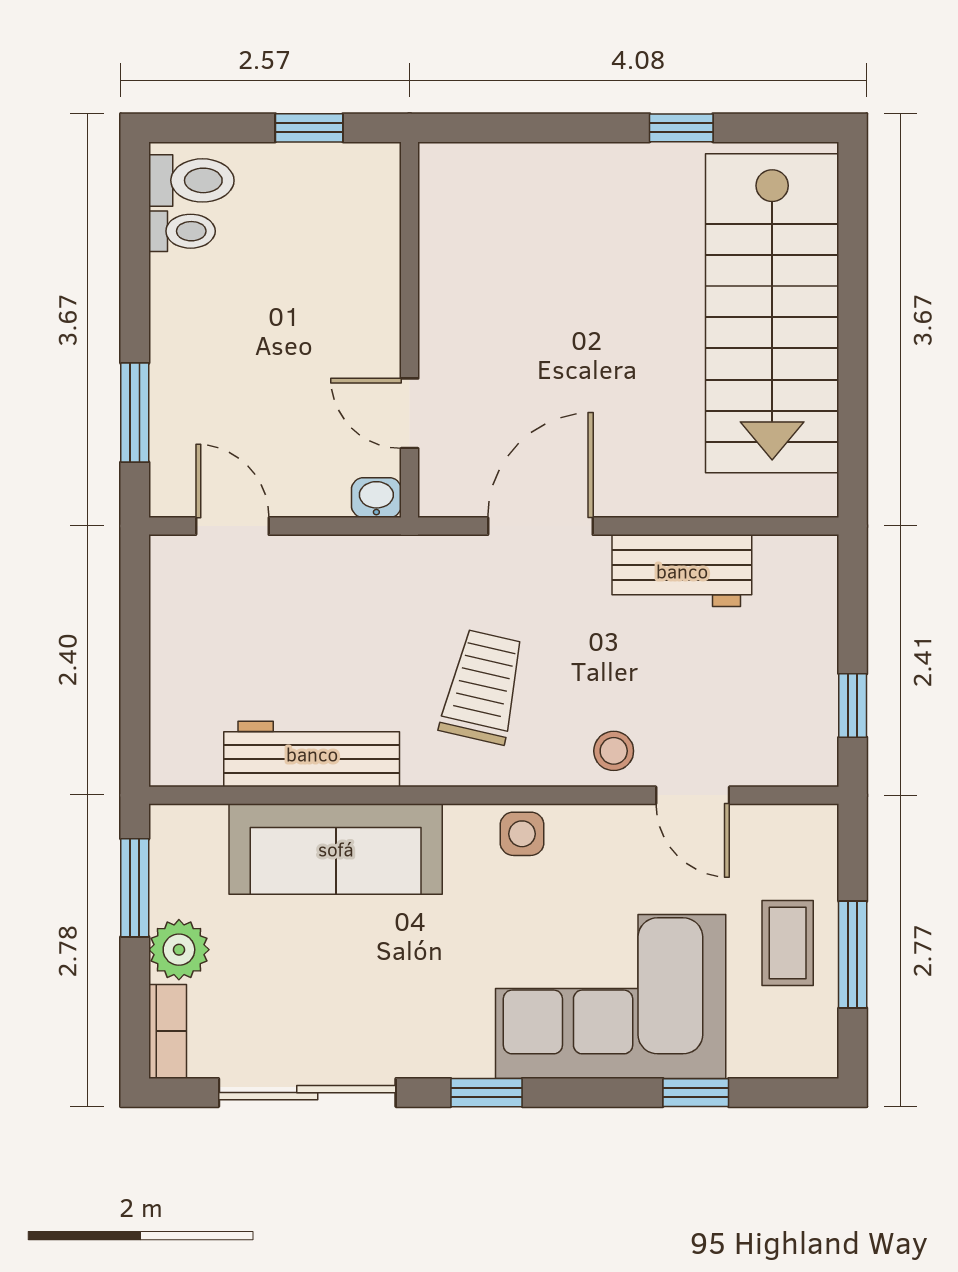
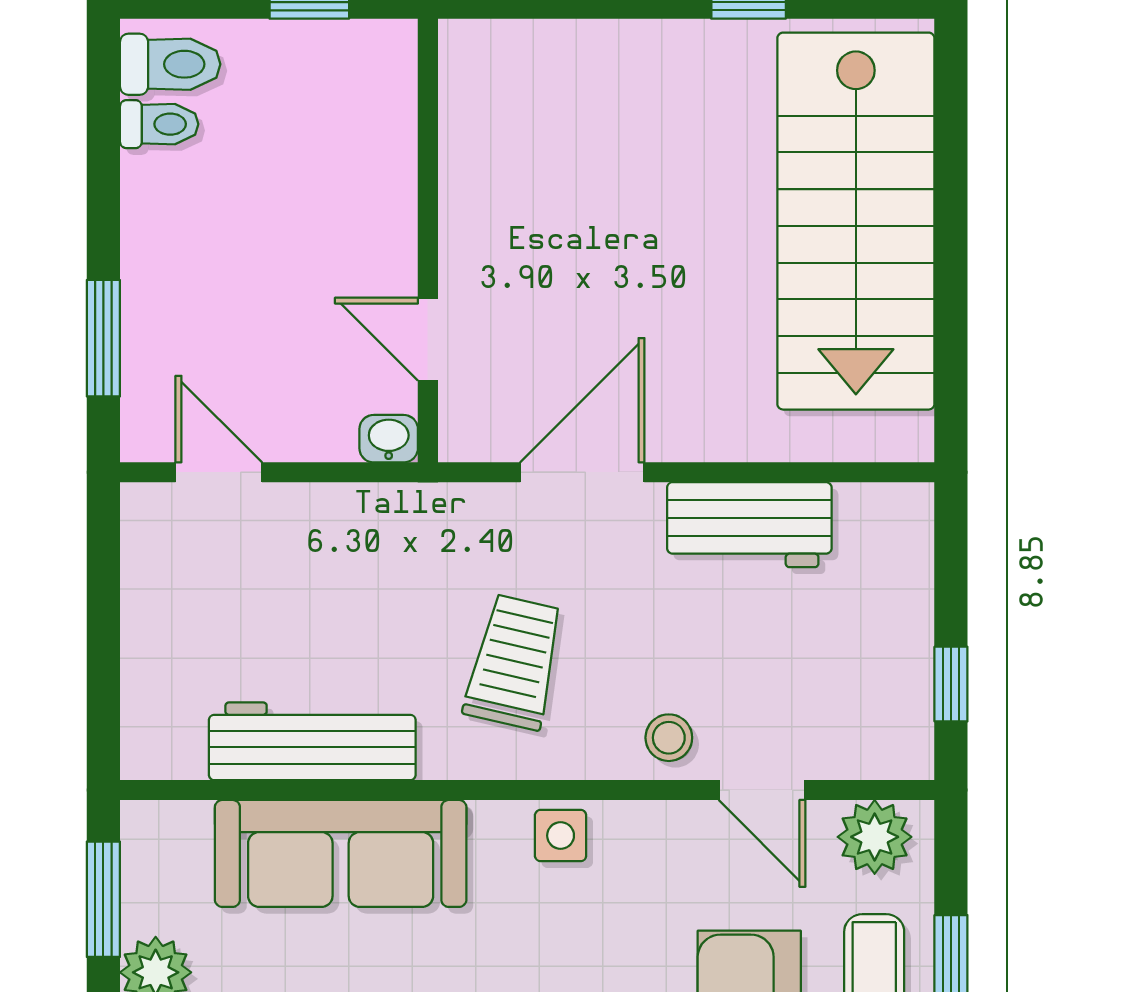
plant: (788, 835) -> (875, 837), added

